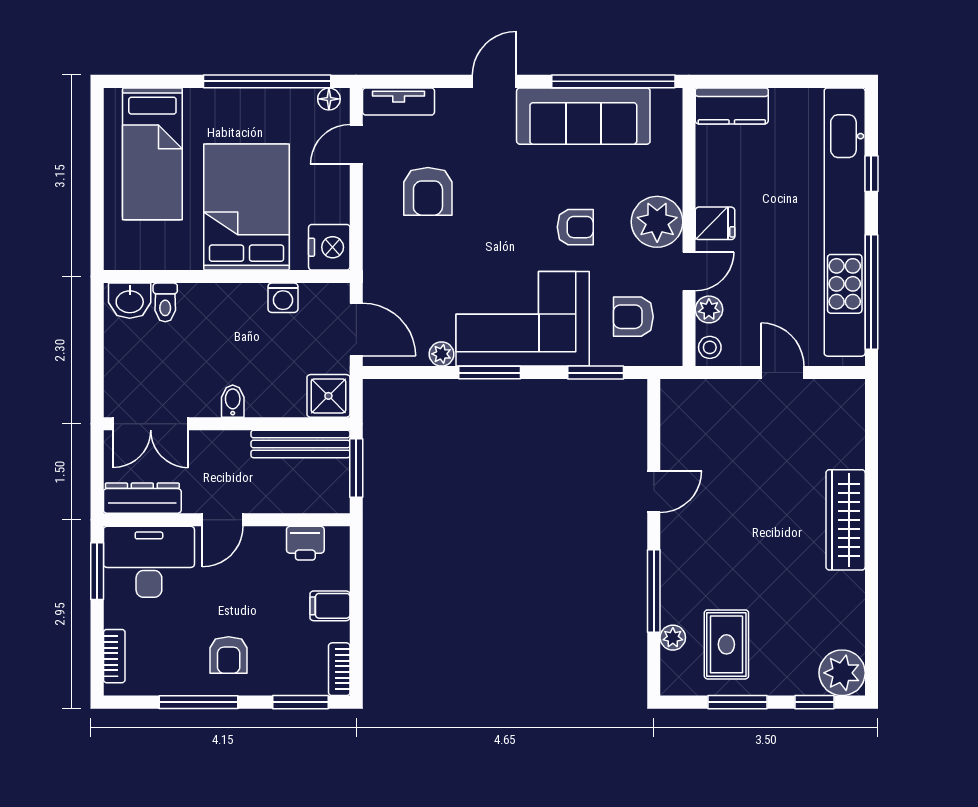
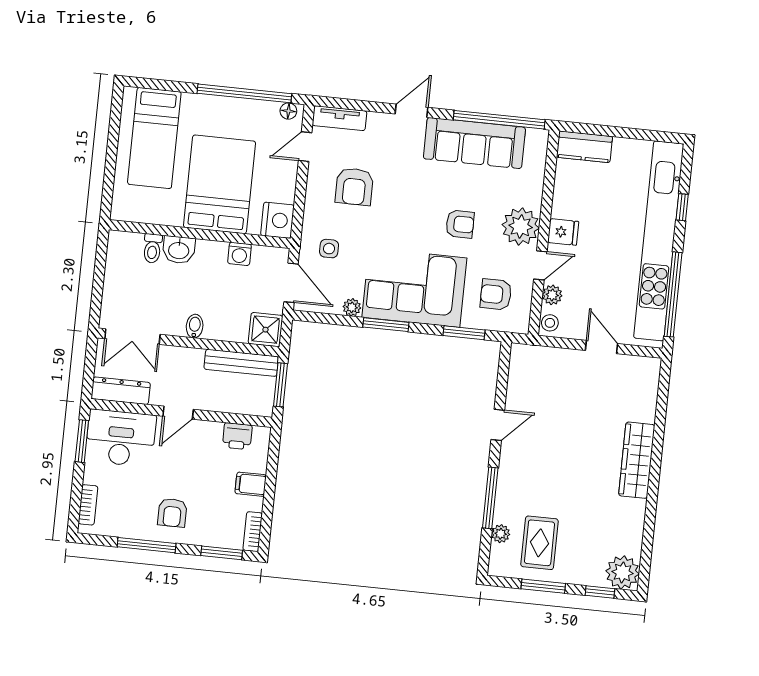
side table: (403, 278) -> (329, 249), added
washbasin: (130, 301) -> (179, 250), moved

